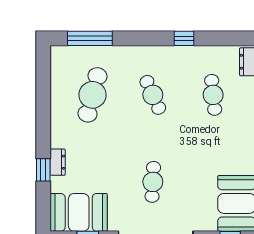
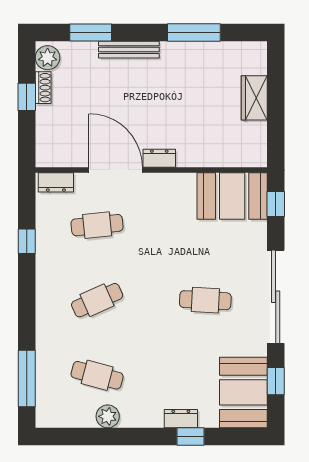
window: (184, 38) -> (27, 241), moved
cafe table: (92, 95) -> (97, 375), width x0.73, depth x0.74
plant: (59, 103) -> (108, 416), added

